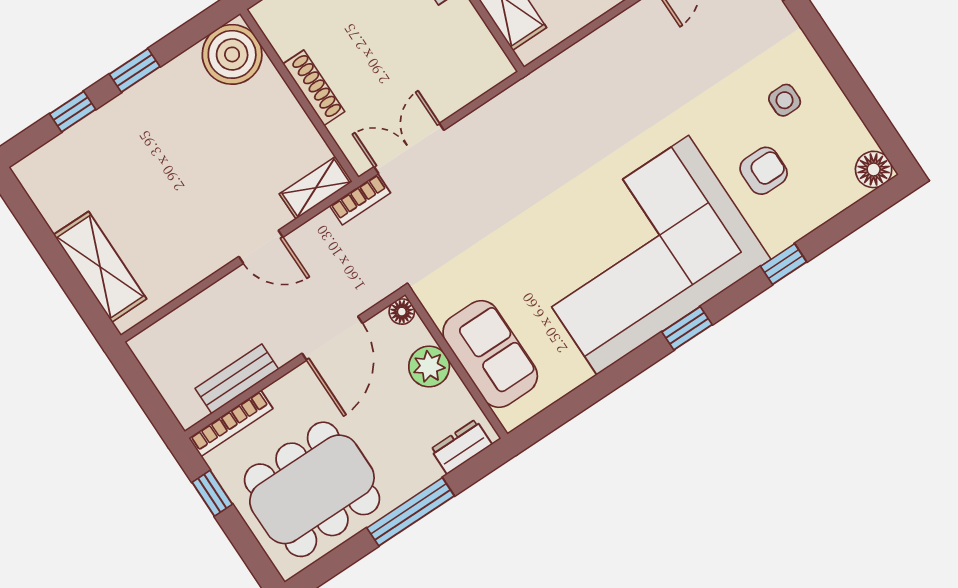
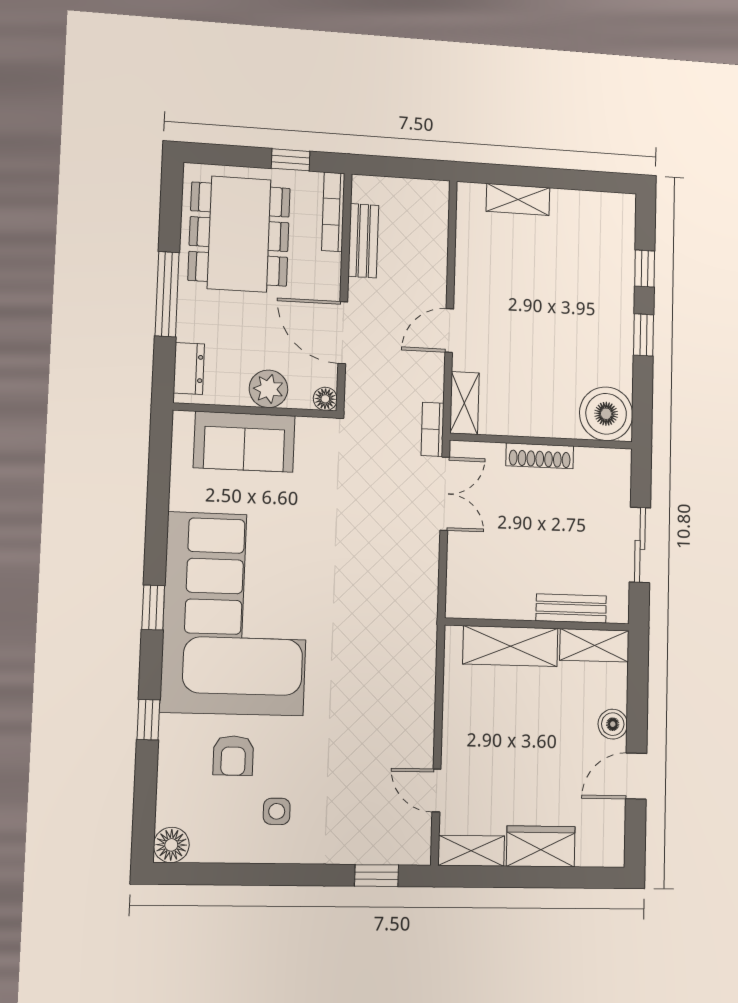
shelving: (100, 267) -> (518, 199), width x0.67, depth x0.75

